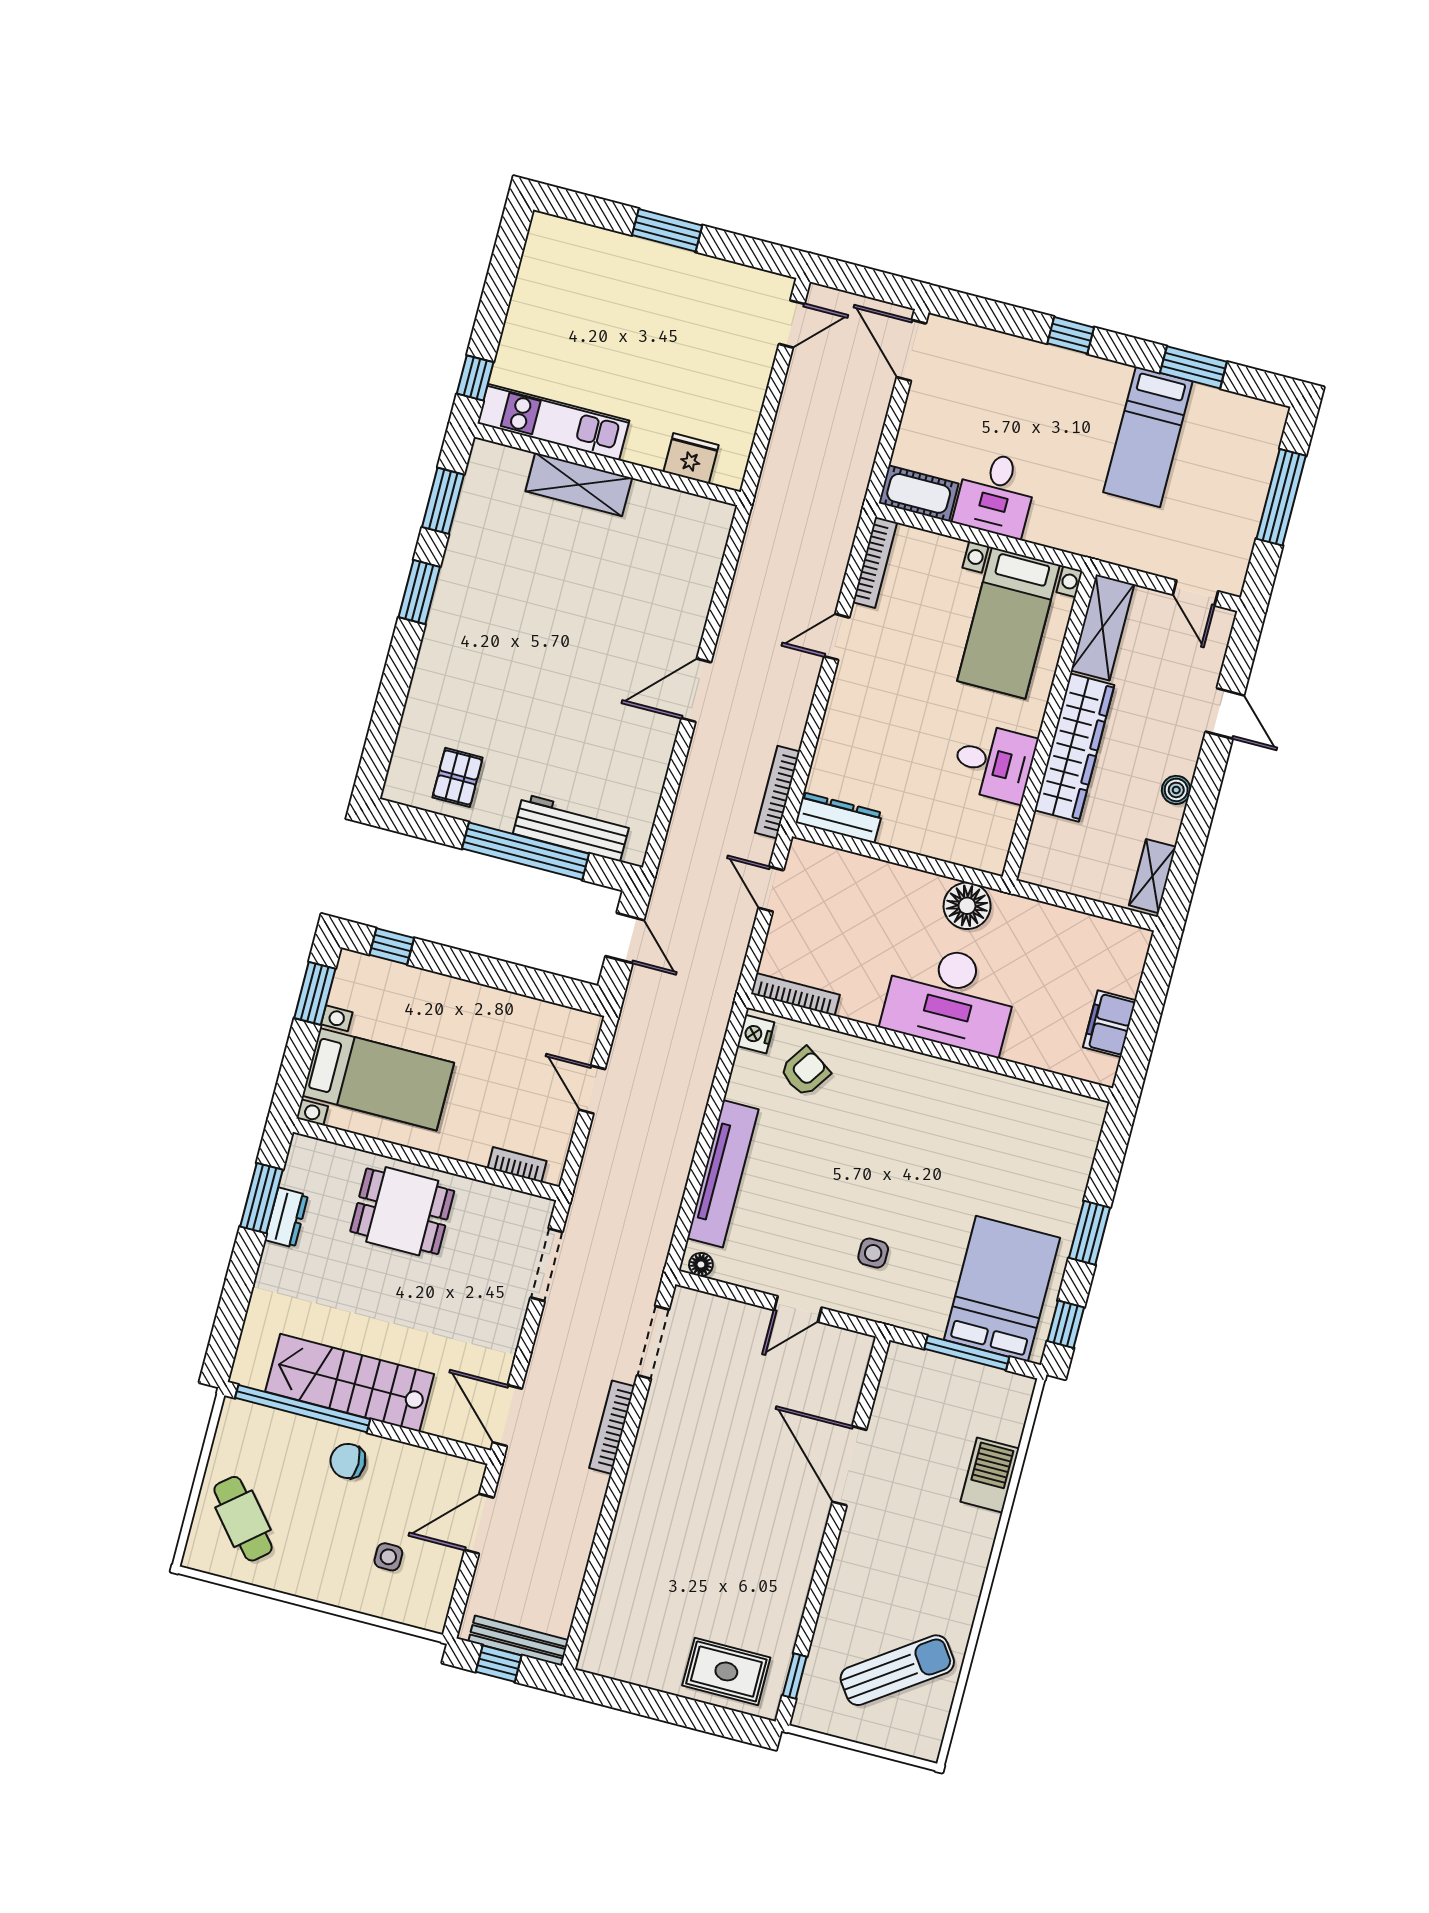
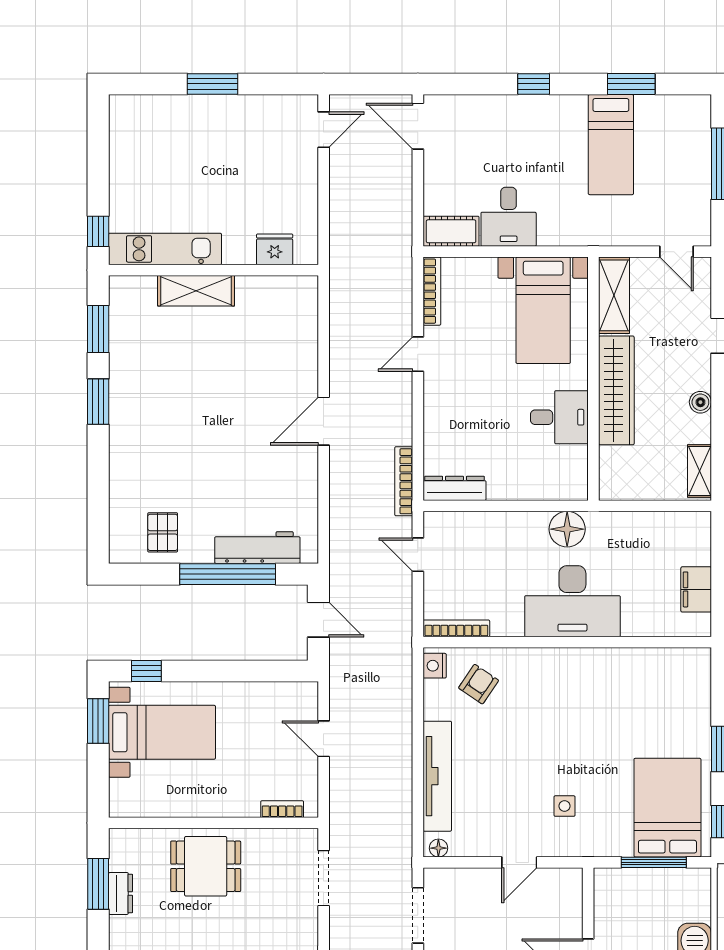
bed with nightstands: (378, 1079) -> (162, 732), moved

